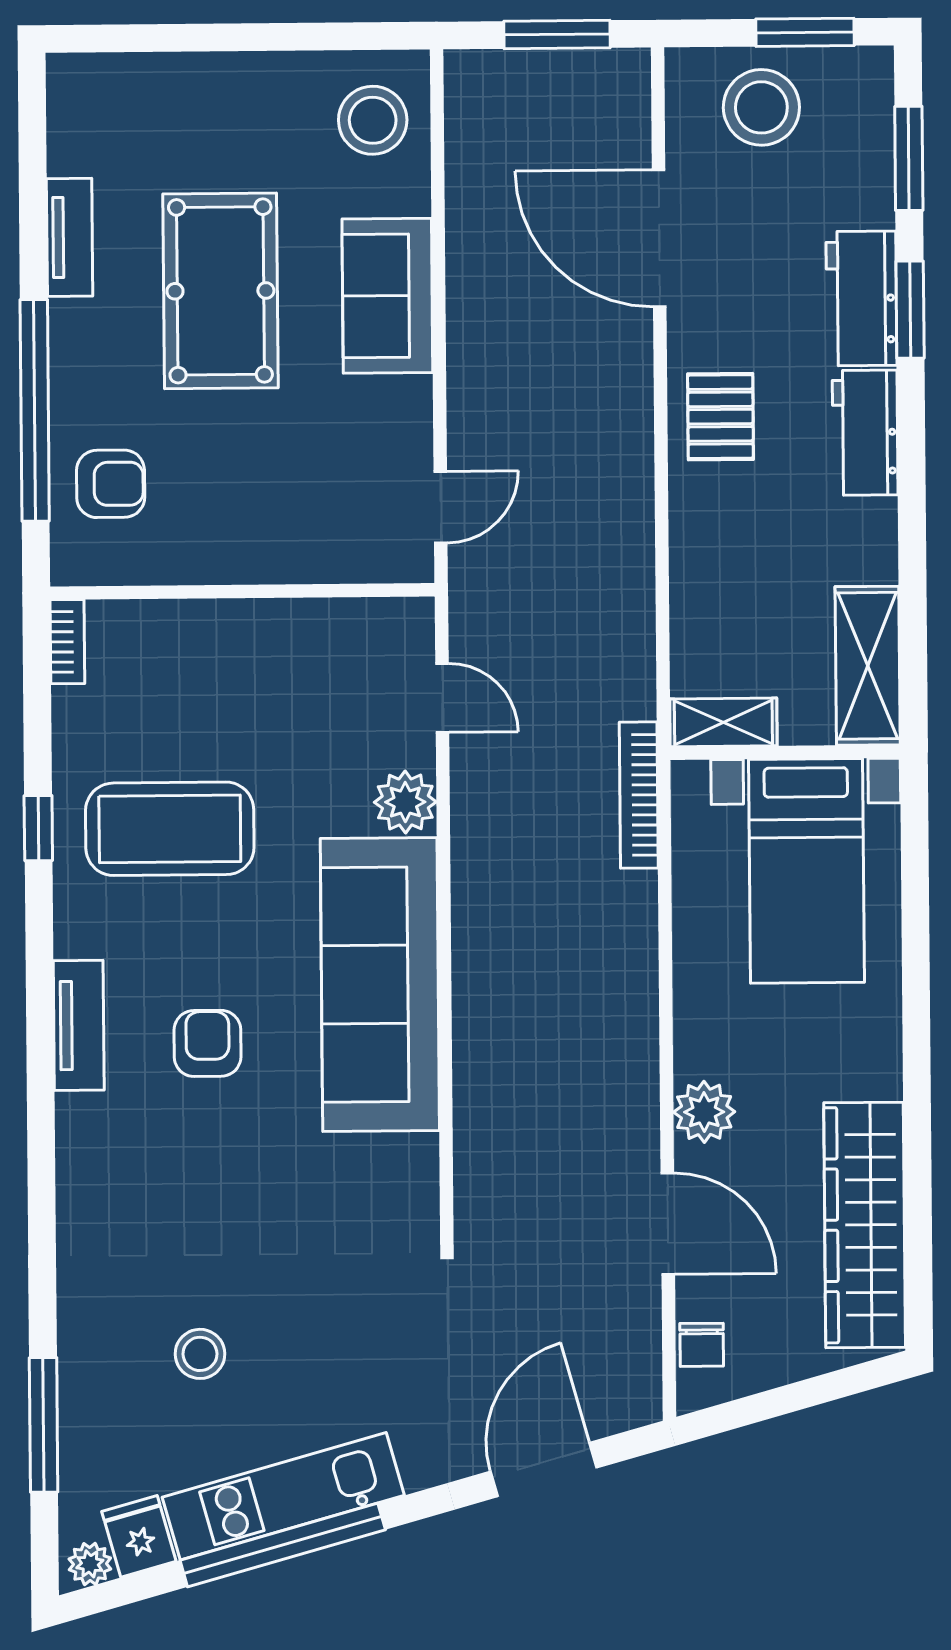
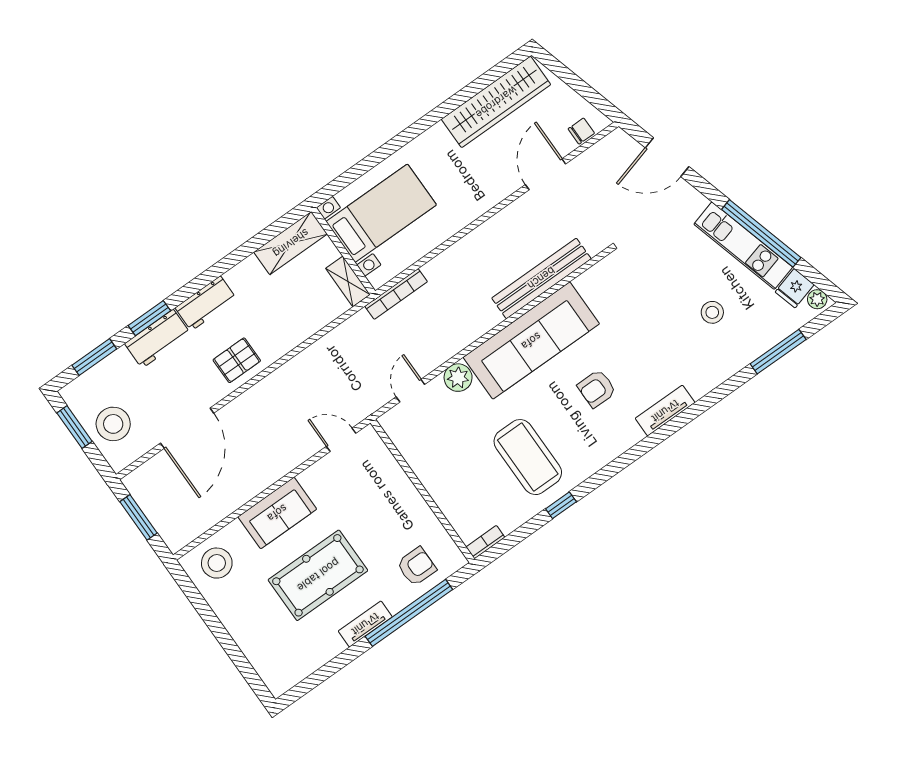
tv unit: (70, 237) -> (365, 624), moved
armchair: (111, 484) -> (417, 566), turned 90
tv unit: (79, 1025) -> (665, 411), moved
bench: (481, 1083) -> (541, 278), added
plant: (704, 1112) -> (495, 189), removed

